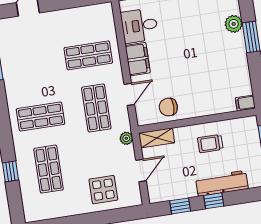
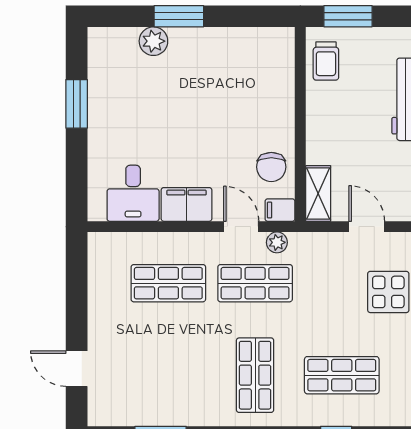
shop shelf: (88, 55) -> (168, 283), turned 90
filing cabinet: (245, 103) -> (280, 210), moved, turned 90
plant: (126, 138) -> (277, 242), moved
trolley: (210, 144) -> (326, 61), moved

